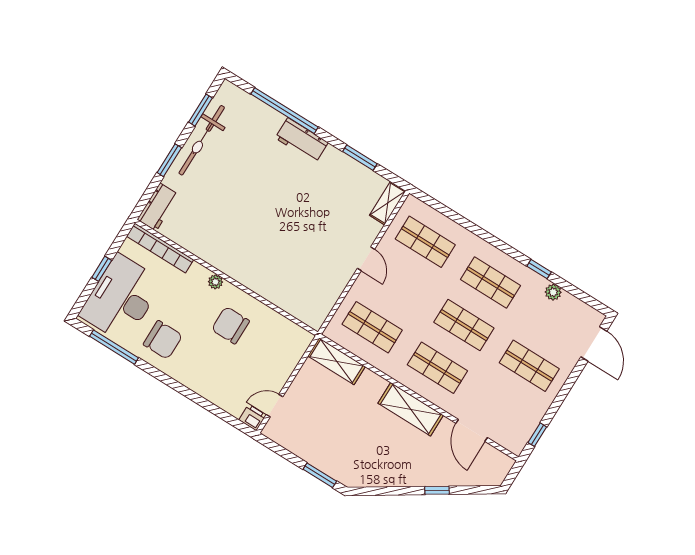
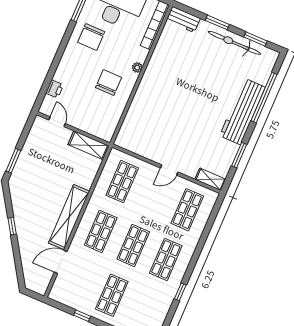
workbench: (302, 140) -> (242, 112), width x1.88, depth x1.32
plant: (553, 292) -> (166, 304), removed
shelving: (336, 361) -> (89, 145), moved, turned 90
shelving: (411, 409) -> (69, 217), width x1.47
printer: (253, 418) -> (55, 89), moved
window: (537, 435) -> (82, 316), moved
window: (437, 490) -> (12, 226), moved

